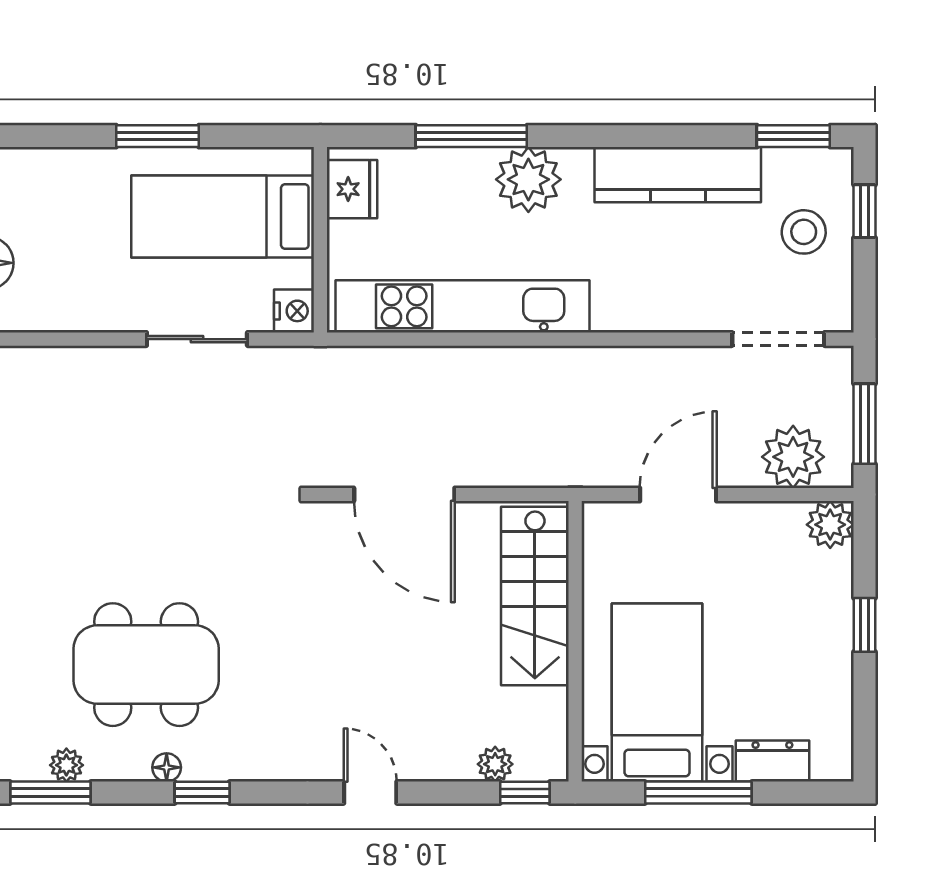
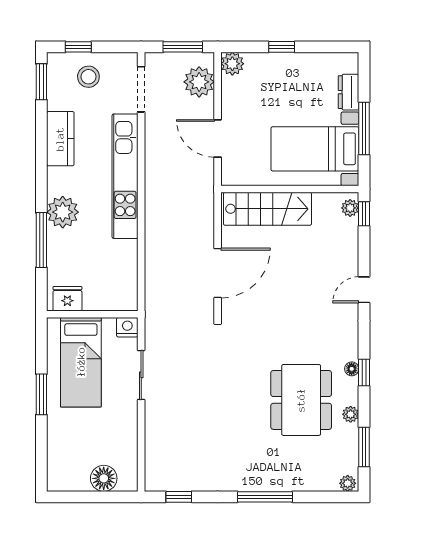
kitchen counter: (678, 175) -> (60, 139), width x0.67
kitchen unit: (463, 306) -> (125, 176), moved
plant: (495, 764) -> (350, 208), moved
plant: (66, 765) -> (351, 414), moved
floor lamp: (167, 767) -> (352, 369), moved

